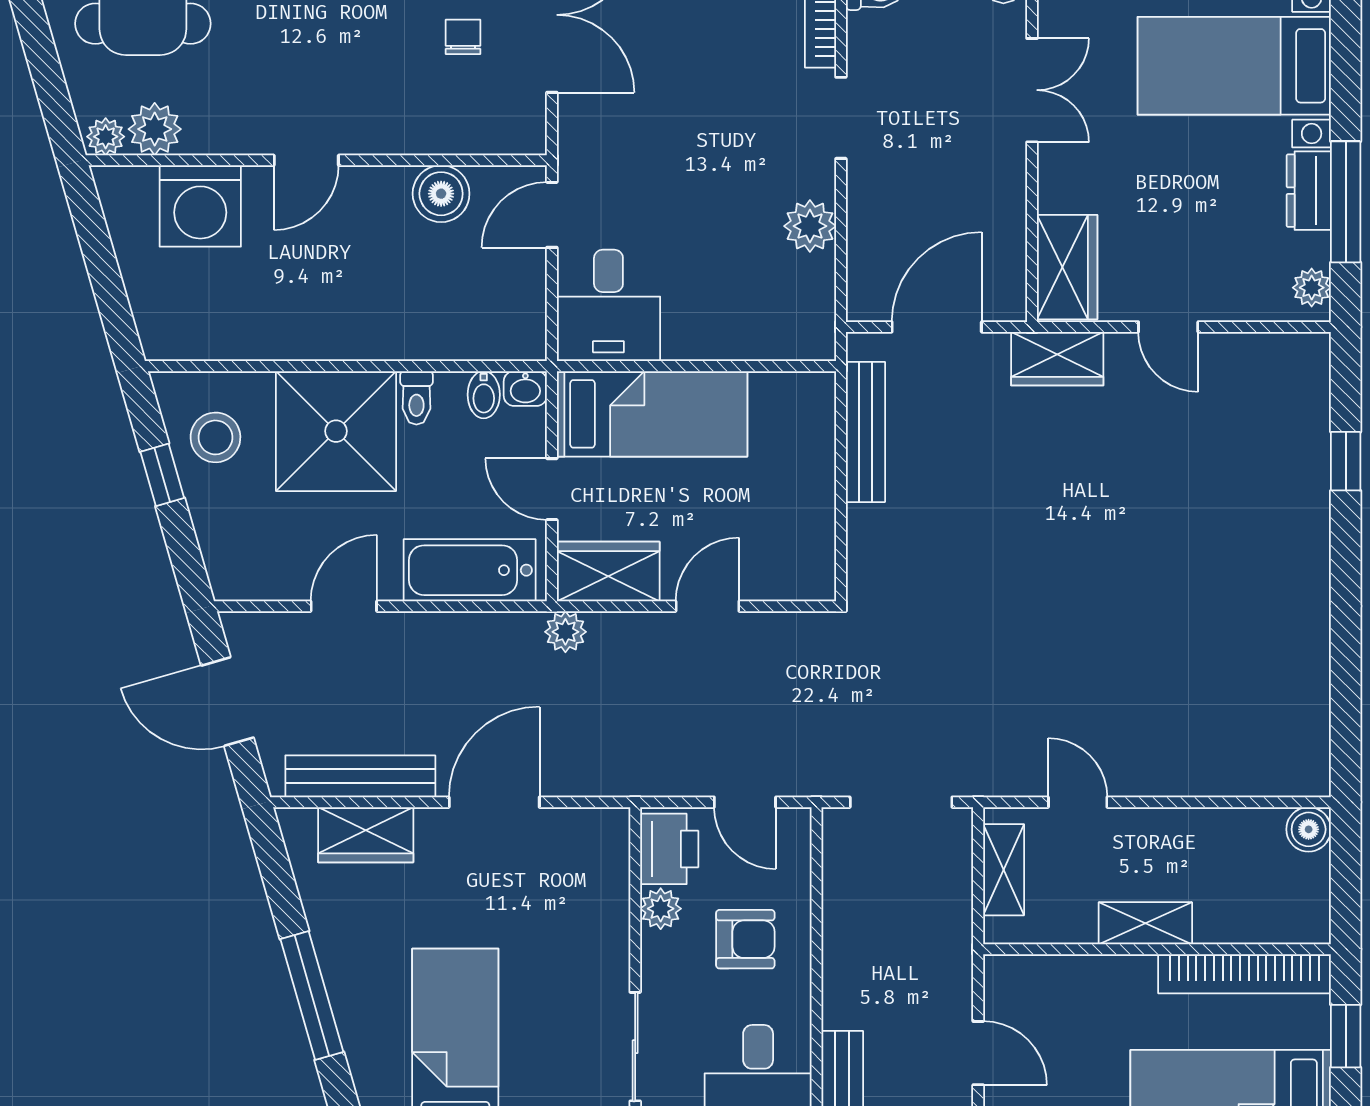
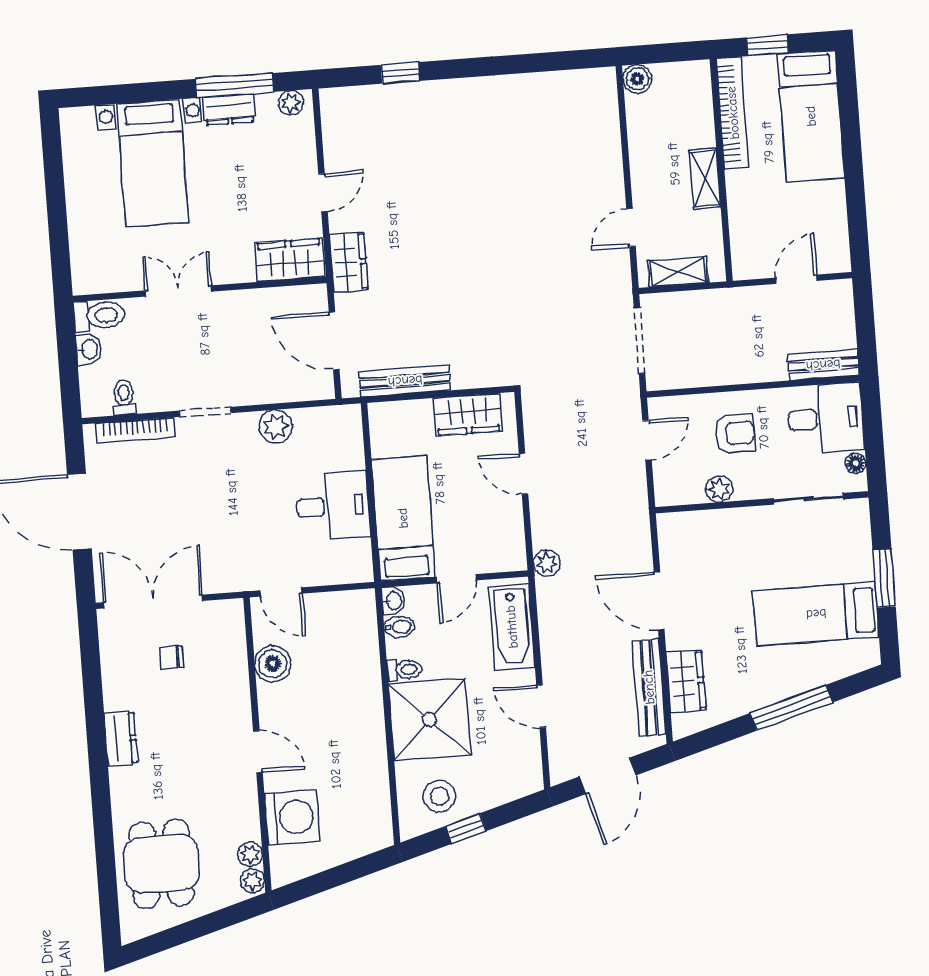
plant: (155, 129) -> (250, 854), width x0.73, depth x0.73
desk: (608, 305) -> (333, 506), moved
wardrobe: (608, 571) -> (468, 414), moved, turned -90
printer: (669, 849) -> (681, 487), removed
armchair: (745, 939) -> (735, 434), turned 90

